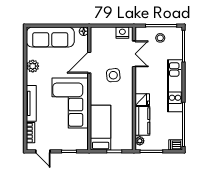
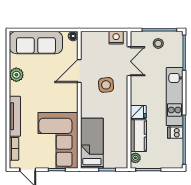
corner sofa: (70, 103) -> (58, 140), moved
dishwasher: (176, 145) -> (175, 133), moved

